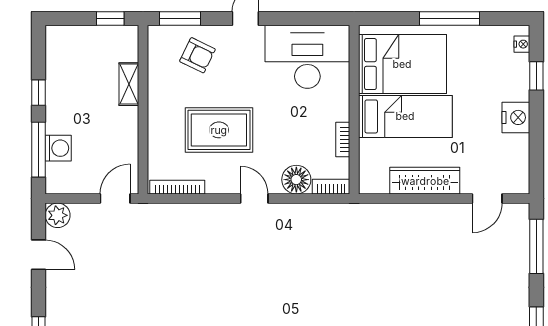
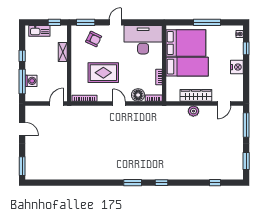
kitchen sink: (77, 37) -> (39, 31), added
plant: (58, 215) -> (193, 111), moved

